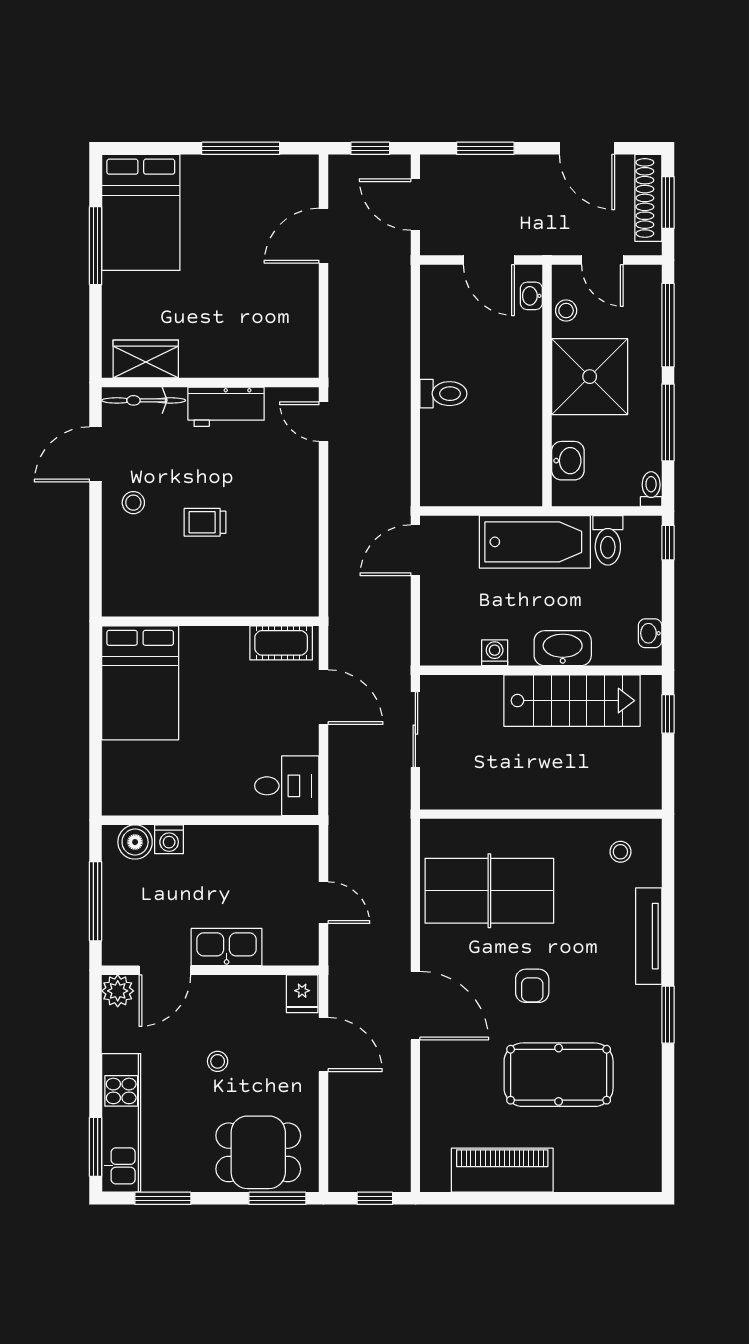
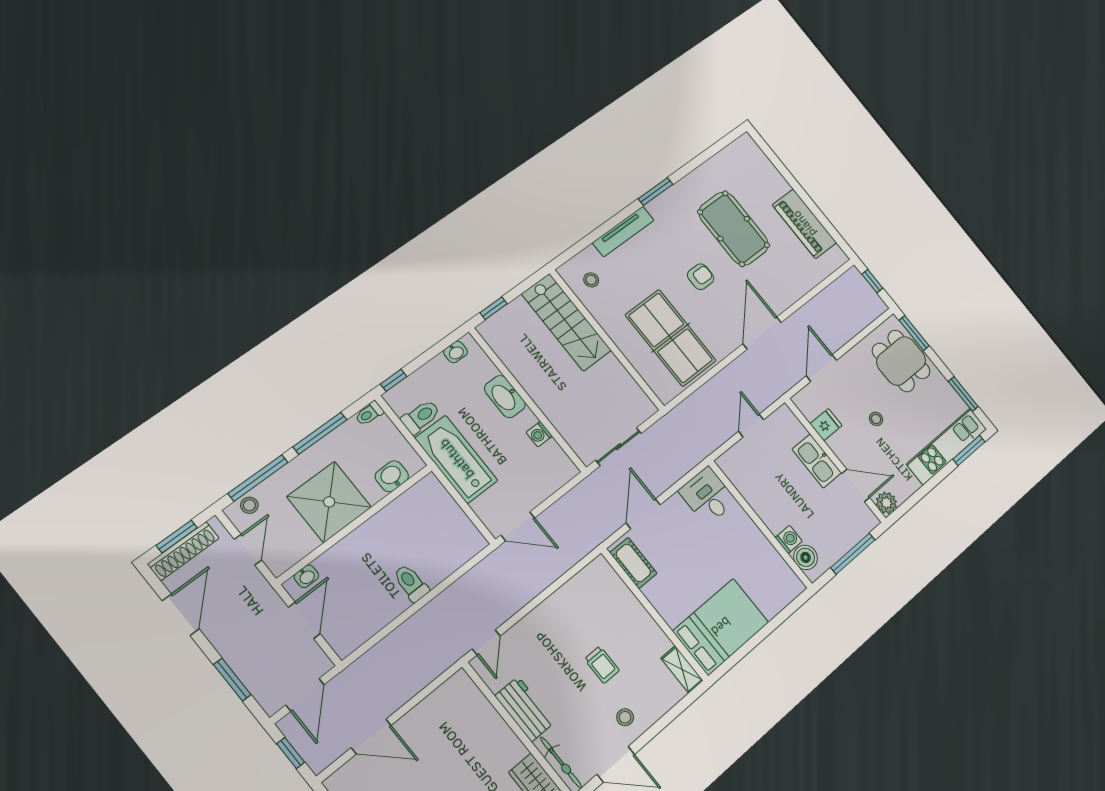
stool: (566, 311) -> (249, 505), moved
shelving: (131, 603) -> (682, 669), added
stairs: (572, 701) -> (566, 322), moved, turned 180
fridge: (302, 994) -> (826, 425), moved

